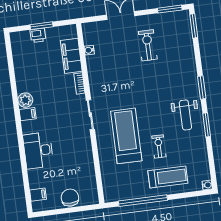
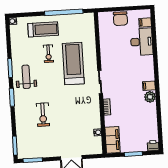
printer: (38, 35) -> (153, 146), moved
exercise bike: (148, 45) -> (43, 115), moved
filing cabinet: (71, 56) -> (113, 140), moved
treadmill: (126, 136) -> (73, 64), turned 180
desk: (38, 150) -> (142, 42), moved
treadmill: (168, 177) -> (43, 29), turned 180

